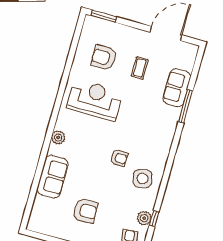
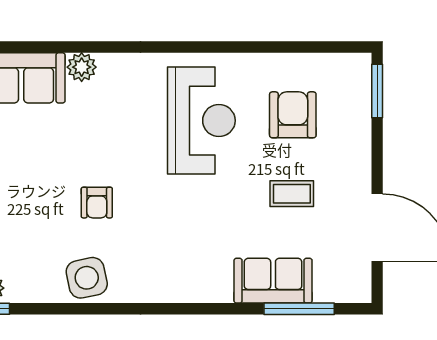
window: (186, 106) -> (299, 309), moved
plant: (58, 137) -> (82, 67), moved
side table: (143, 179) -> (87, 278), moved

